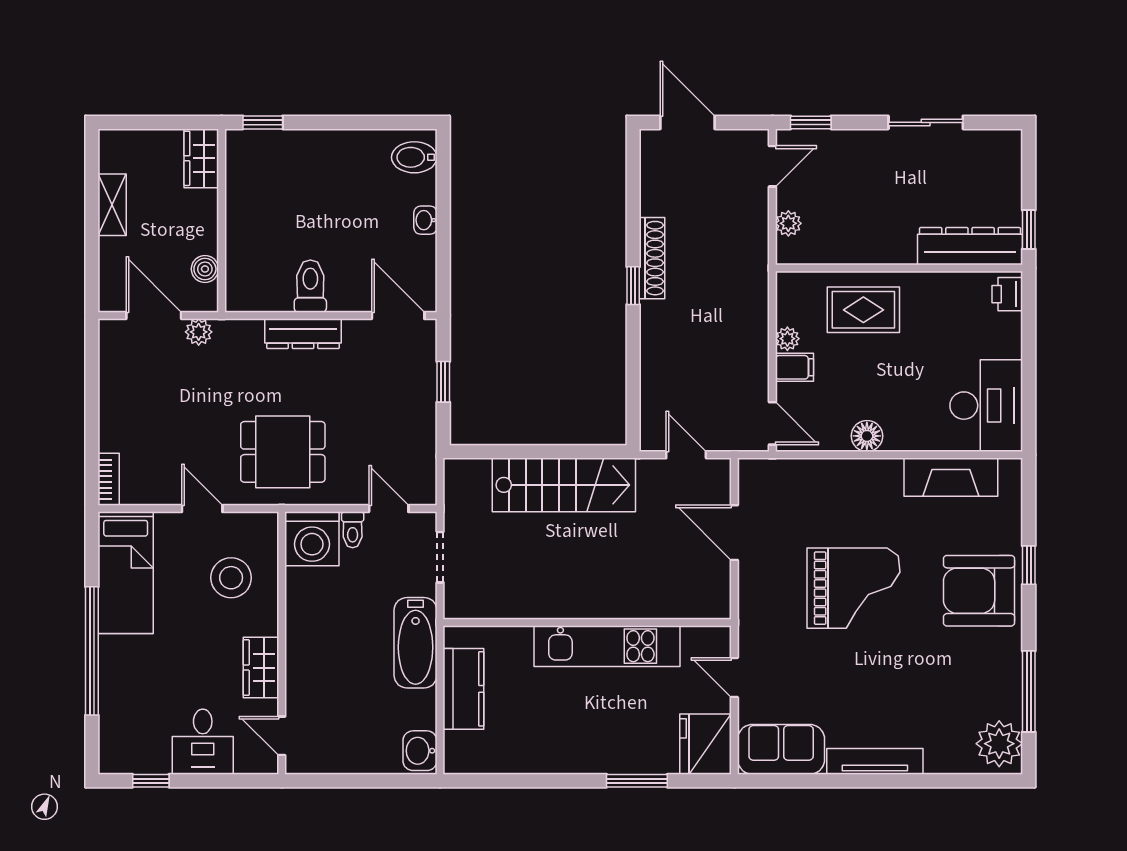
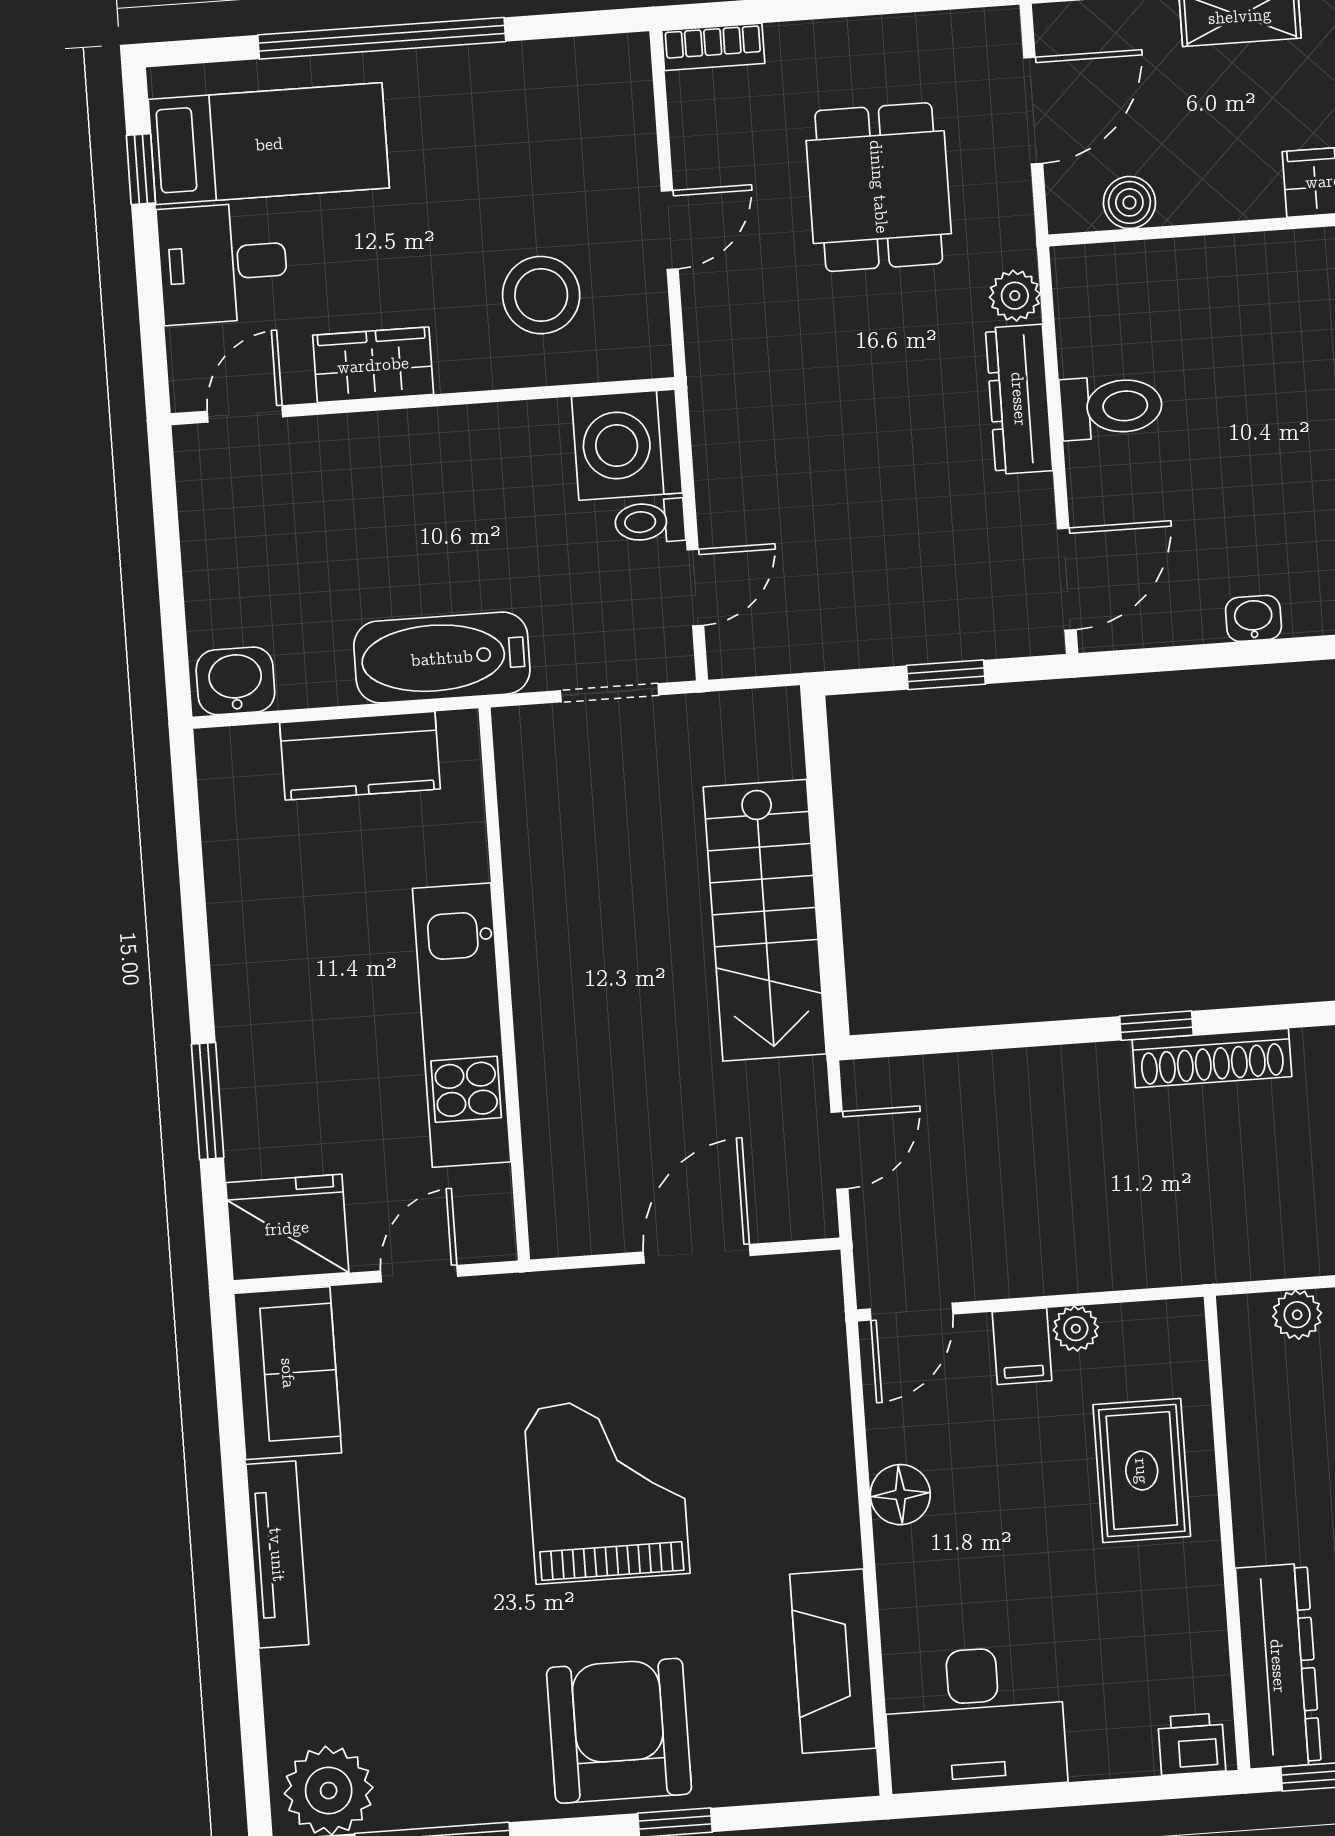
plant: (199, 332) -> (1015, 296), moved
dining table: (283, 452) -> (879, 187), moved
bed: (126, 573) -> (269, 144), moved, turned 180
grand piano: (854, 588) -> (607, 1490), turned 180

